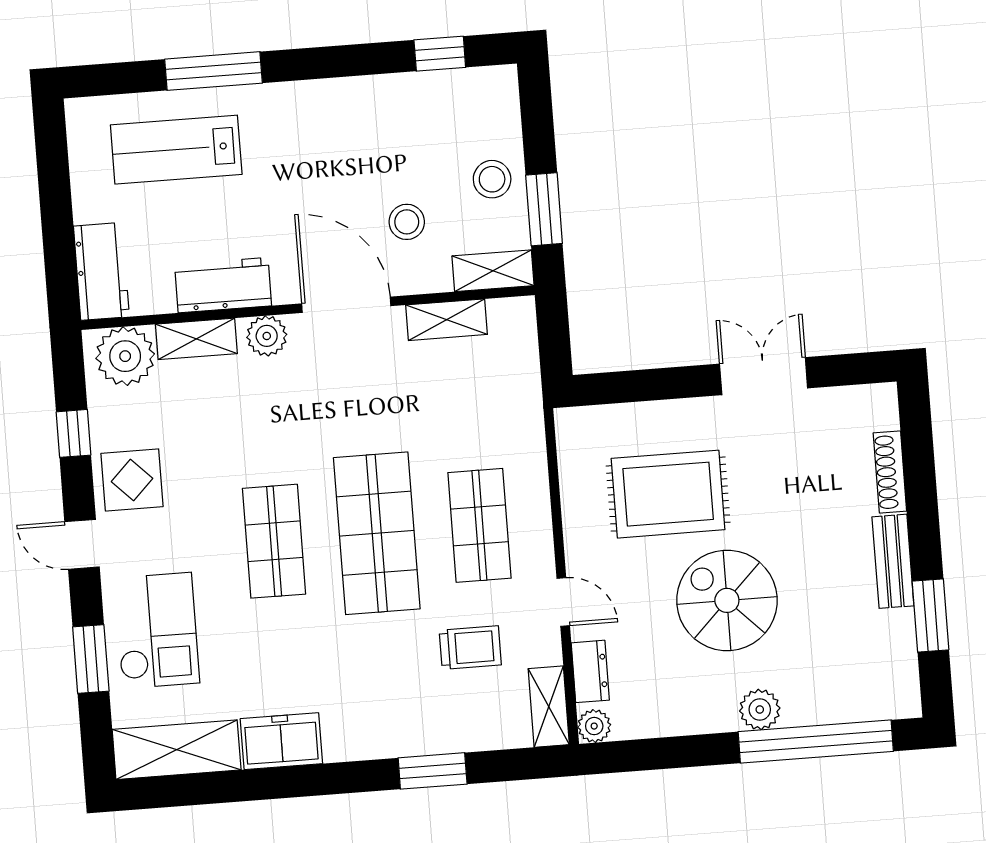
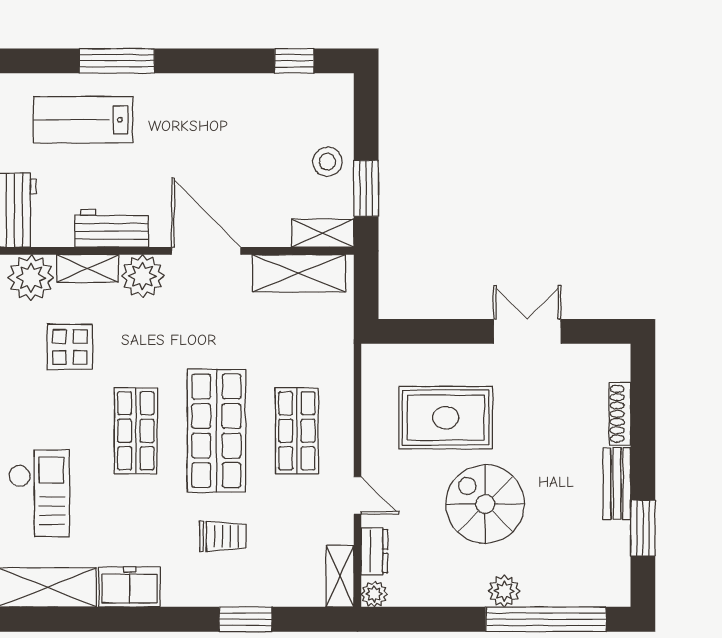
stool: (407, 222) -> (258, 190), removed
shelving: (447, 320) -> (299, 273), width x1.50, depth x1.33
plant: (267, 336) -> (142, 276), width x1.36, depth x1.36
display table: (132, 480) -> (70, 347), moved
trolley: (470, 648) -> (223, 536), moved

